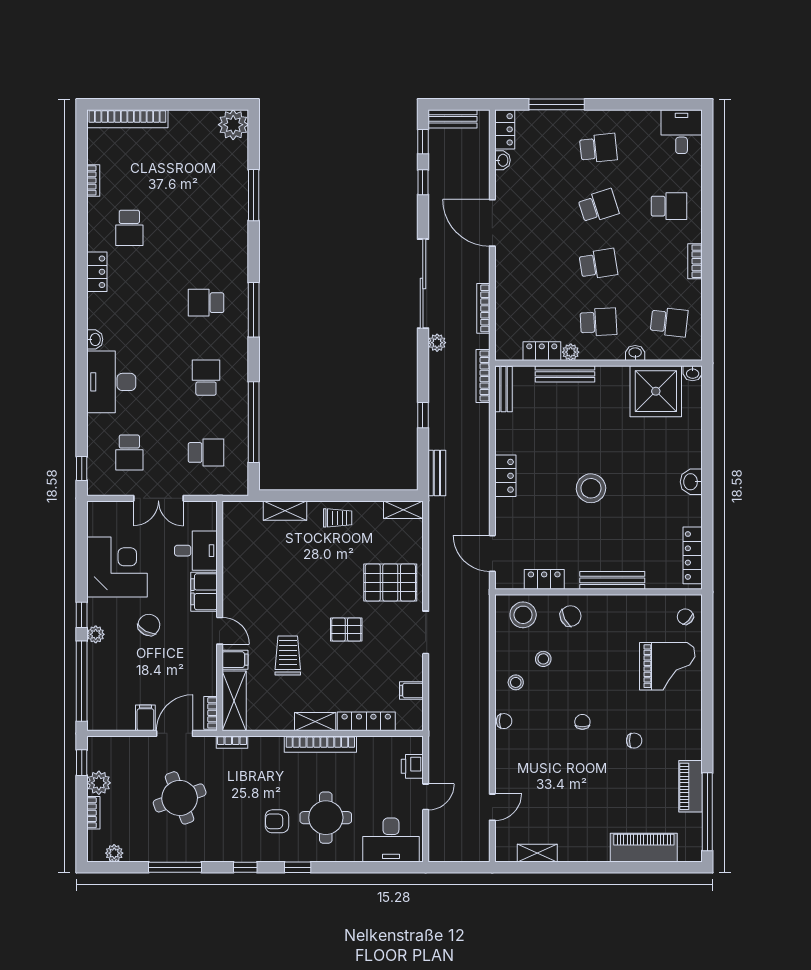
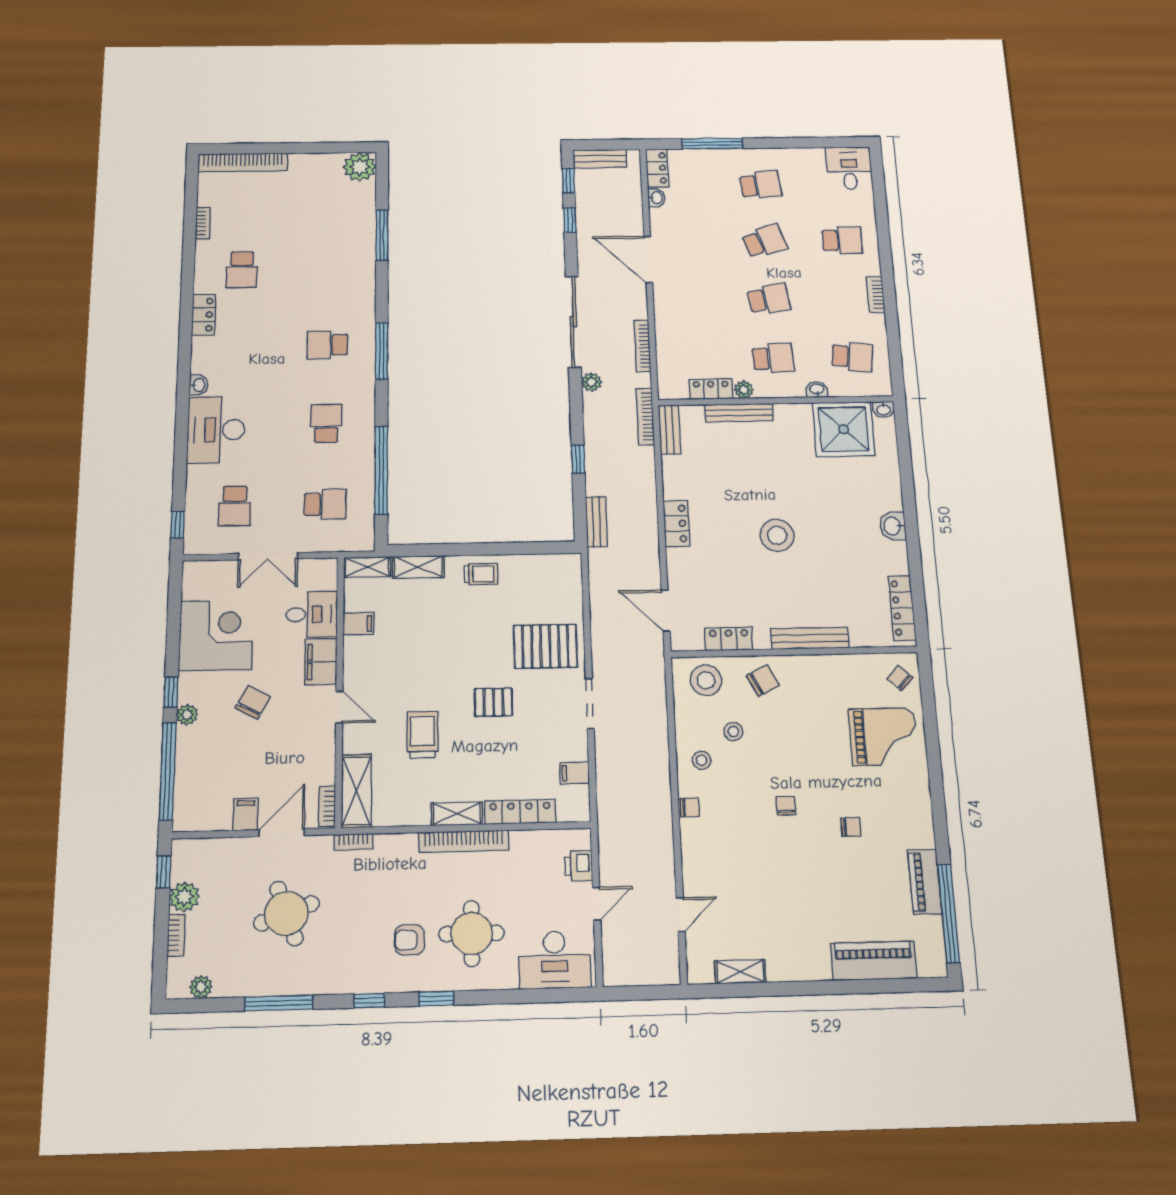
shelving: (403, 510) -> (367, 567), moved
filing cabinet: (235, 660) -> (359, 624), moved

